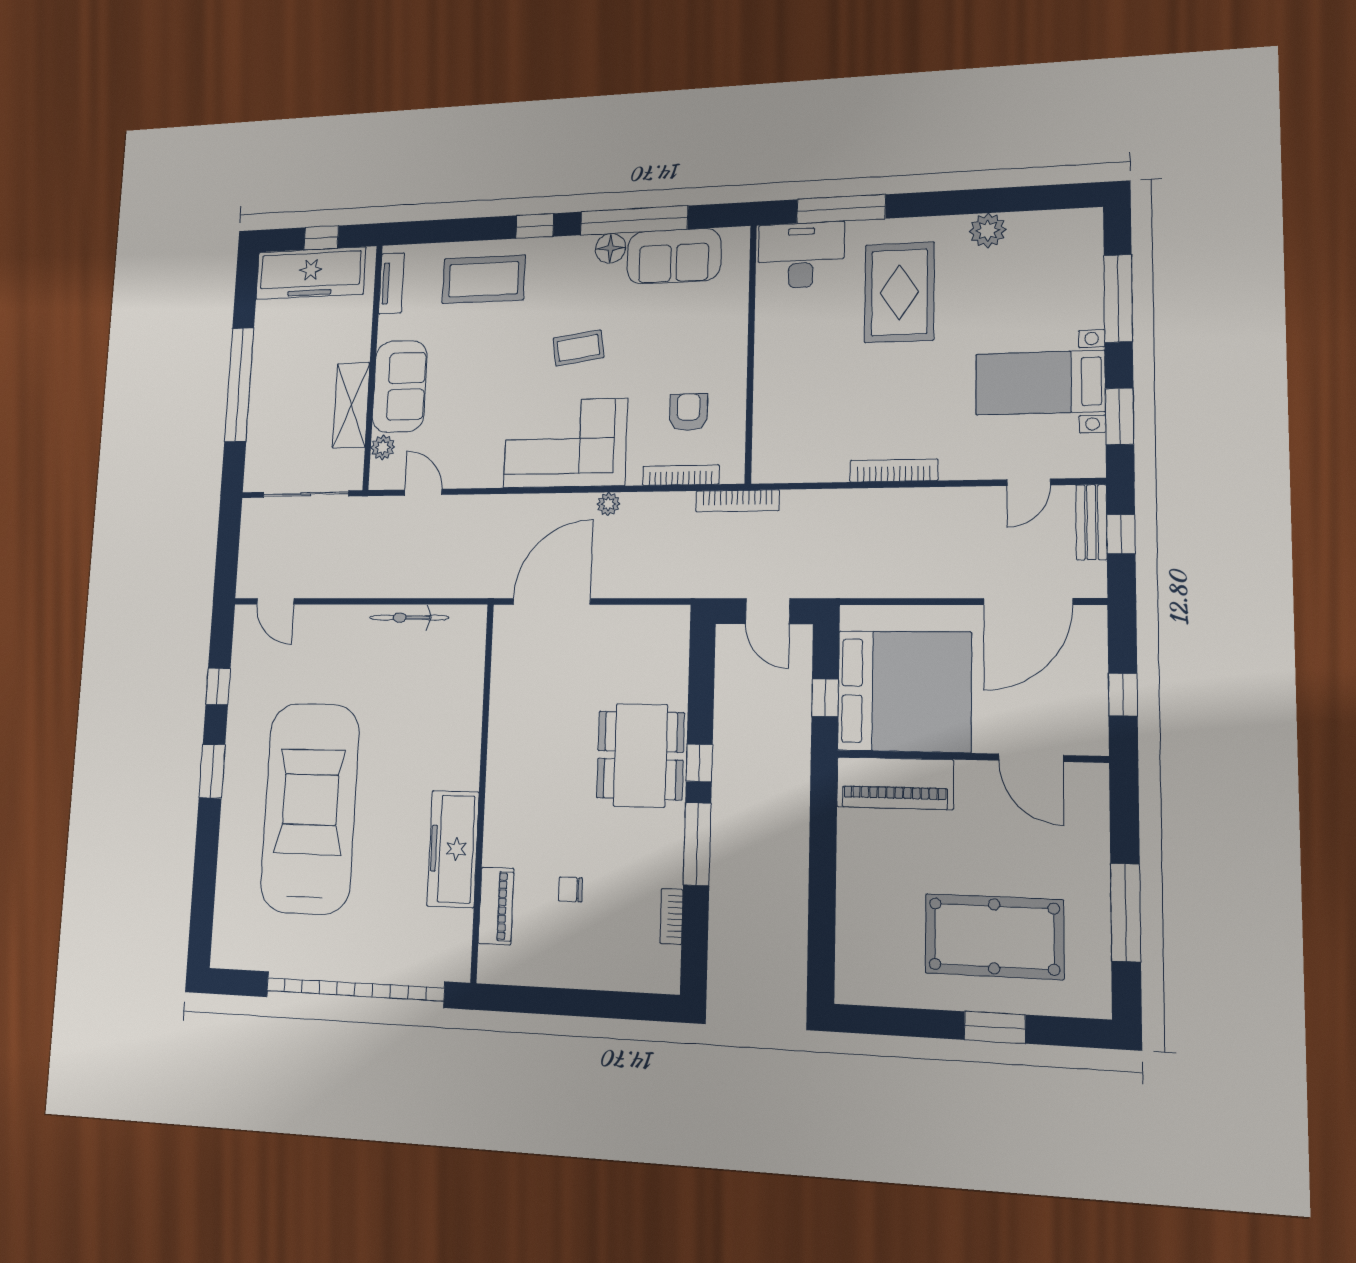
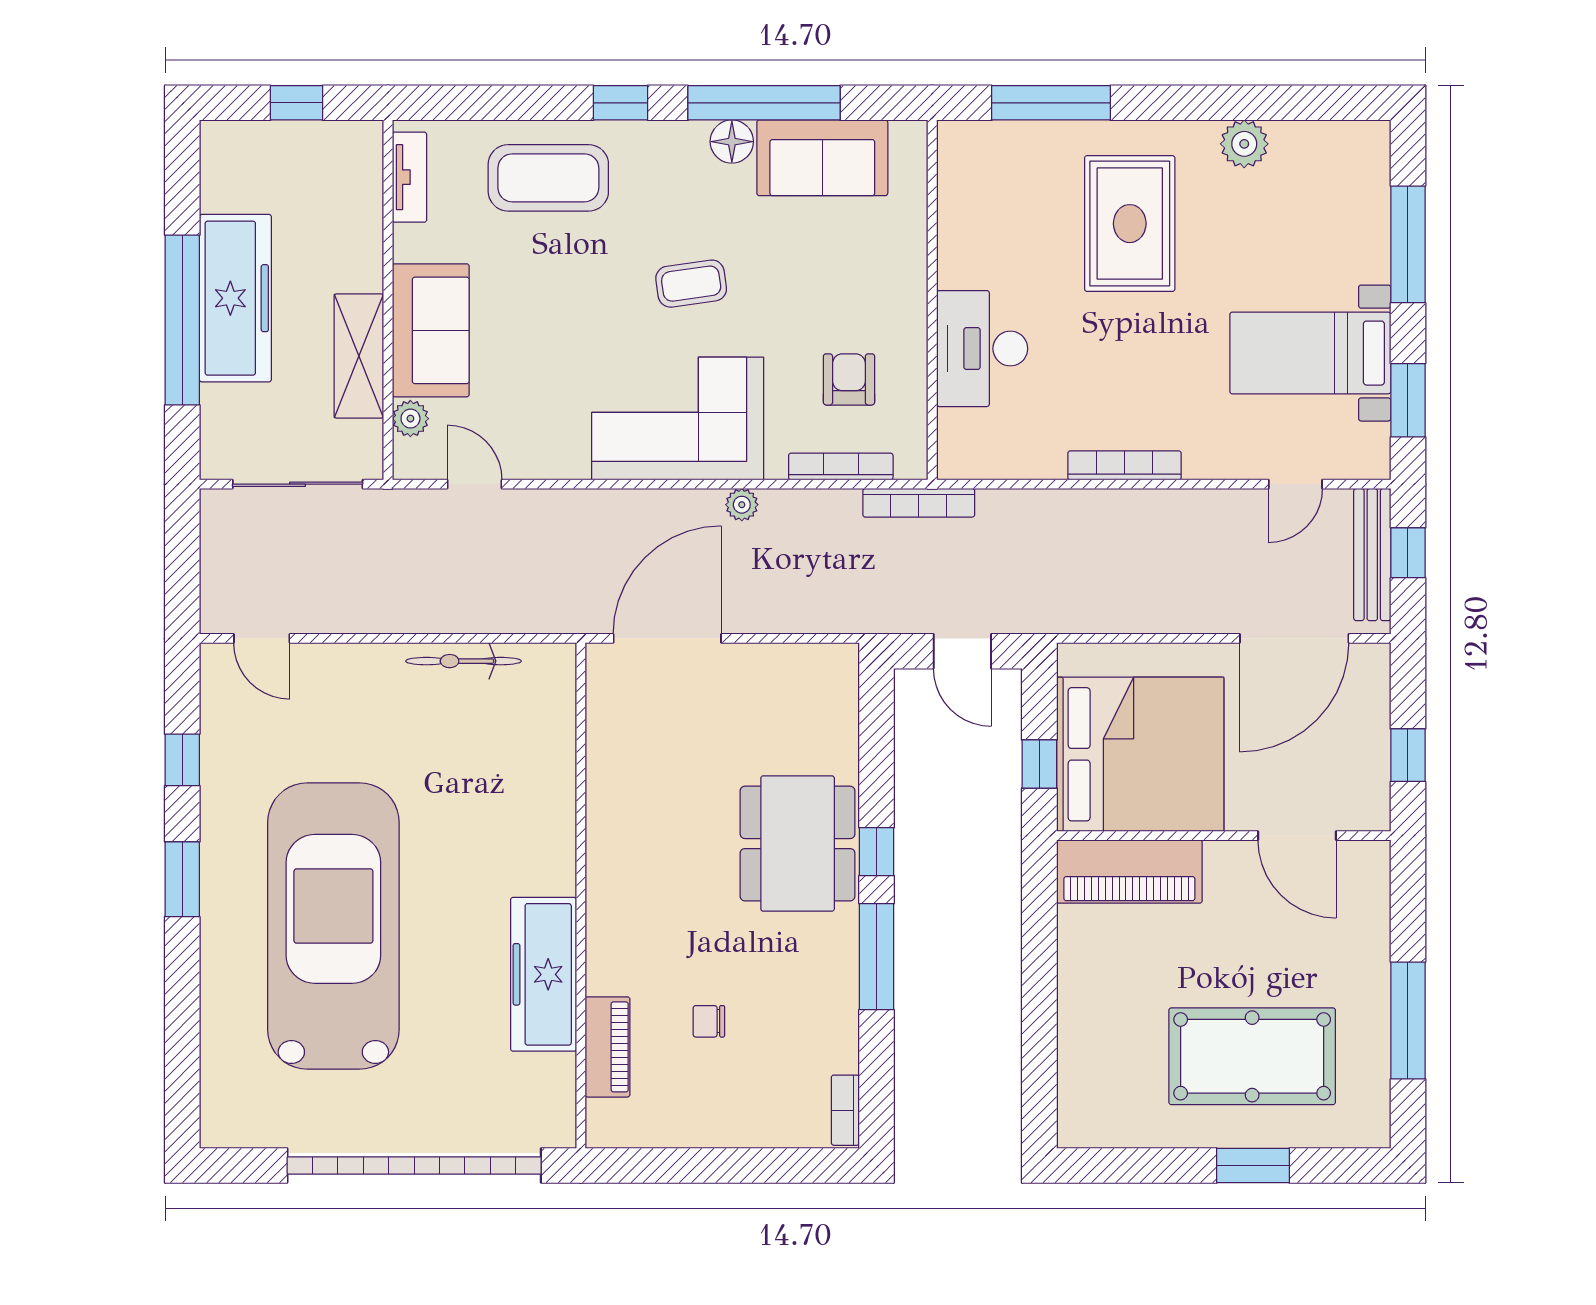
desk: (801, 255) -> (982, 349), moved, turned -90
freezer: (311, 273) -> (235, 298), moved, turned -90
bench: (1091, 522) -> (1372, 555), width x1.36
bookcase: (671, 916) -> (845, 1110), moved

